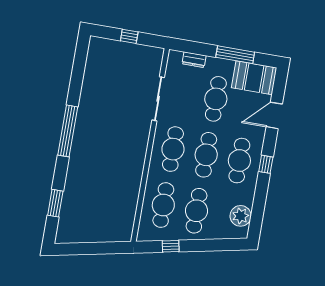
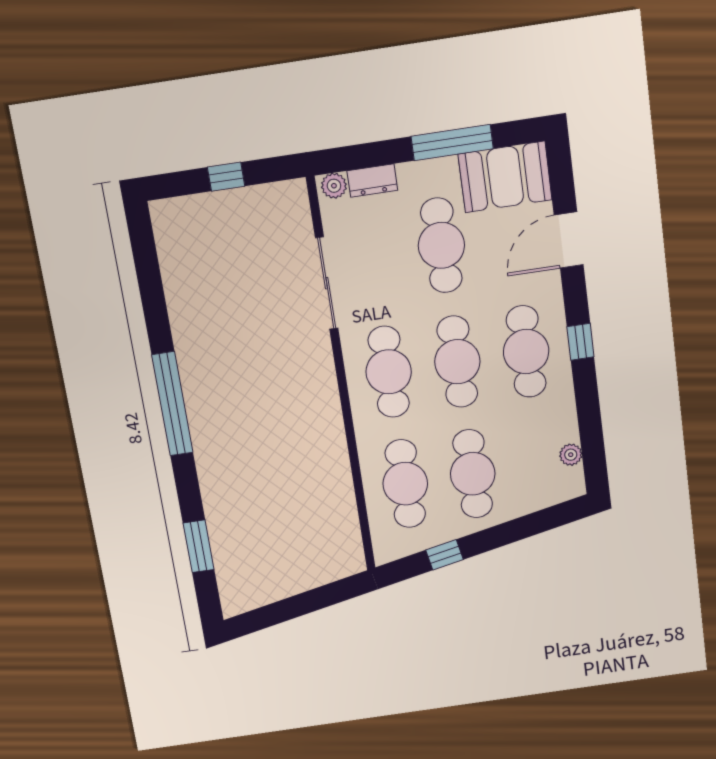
plant: (176, 56) -> (334, 186), added
plant: (241, 216) -> (571, 455), width x0.53, depth x0.53

